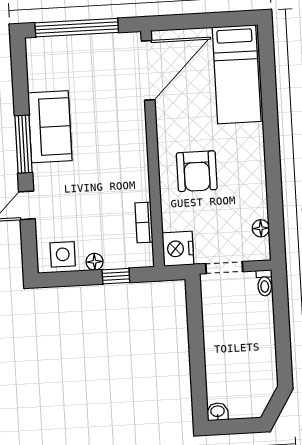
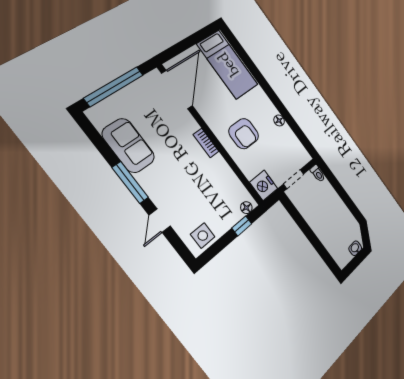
sofa: (50, 127) -> (128, 145), moved
bookcase: (144, 222) -> (206, 143), moved
floor lamp: (261, 228) -> (279, 120), moved
floor lamp: (95, 262) -> (246, 208), moved
washbasin: (218, 412) -> (355, 248), moved

